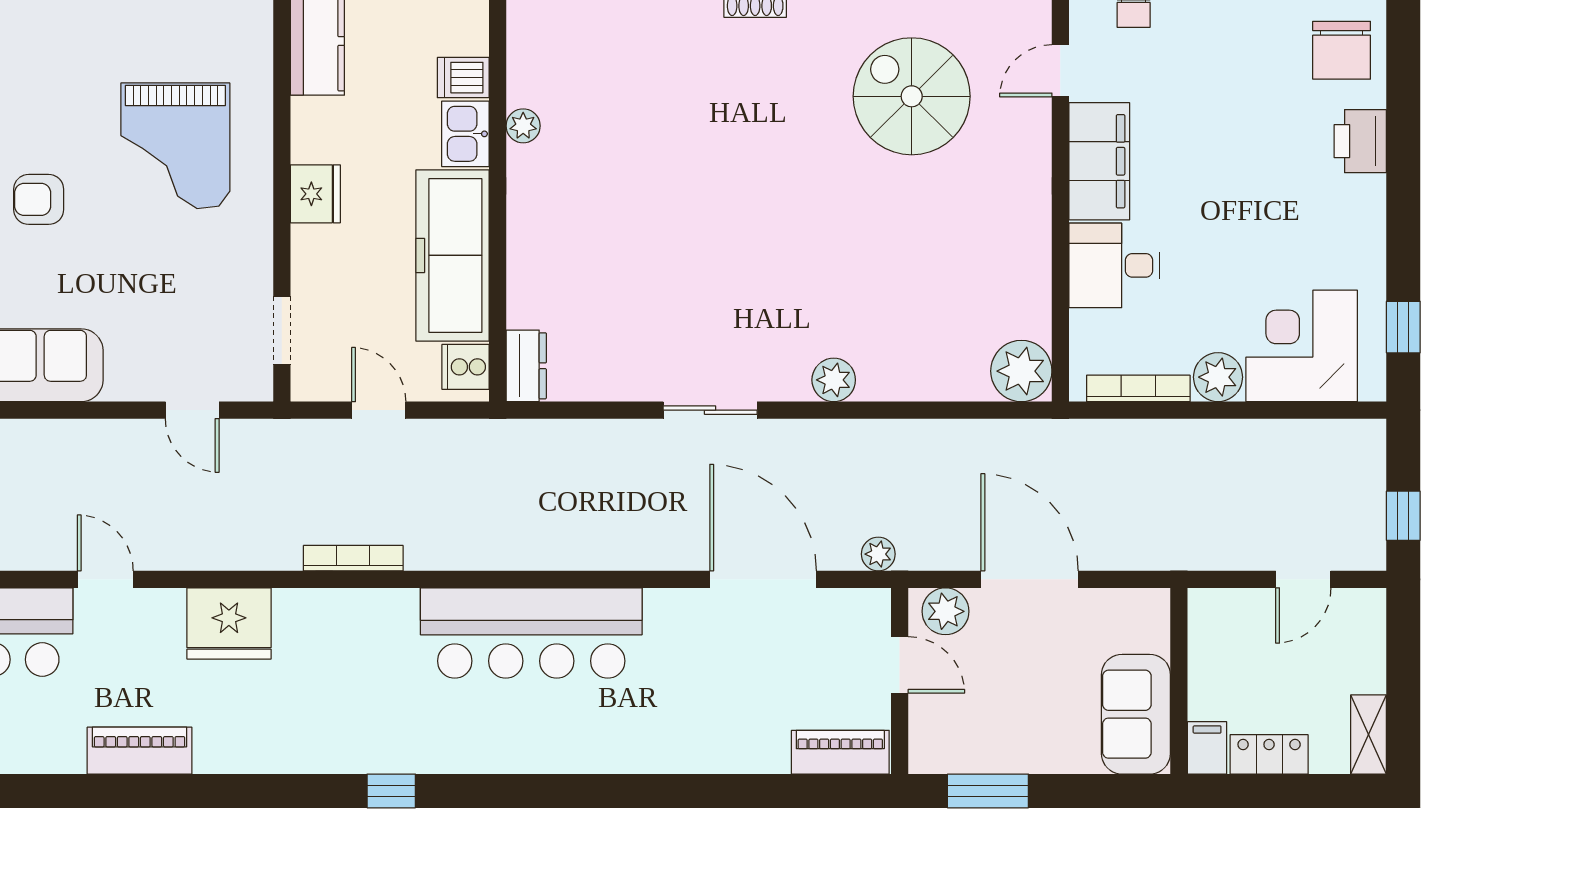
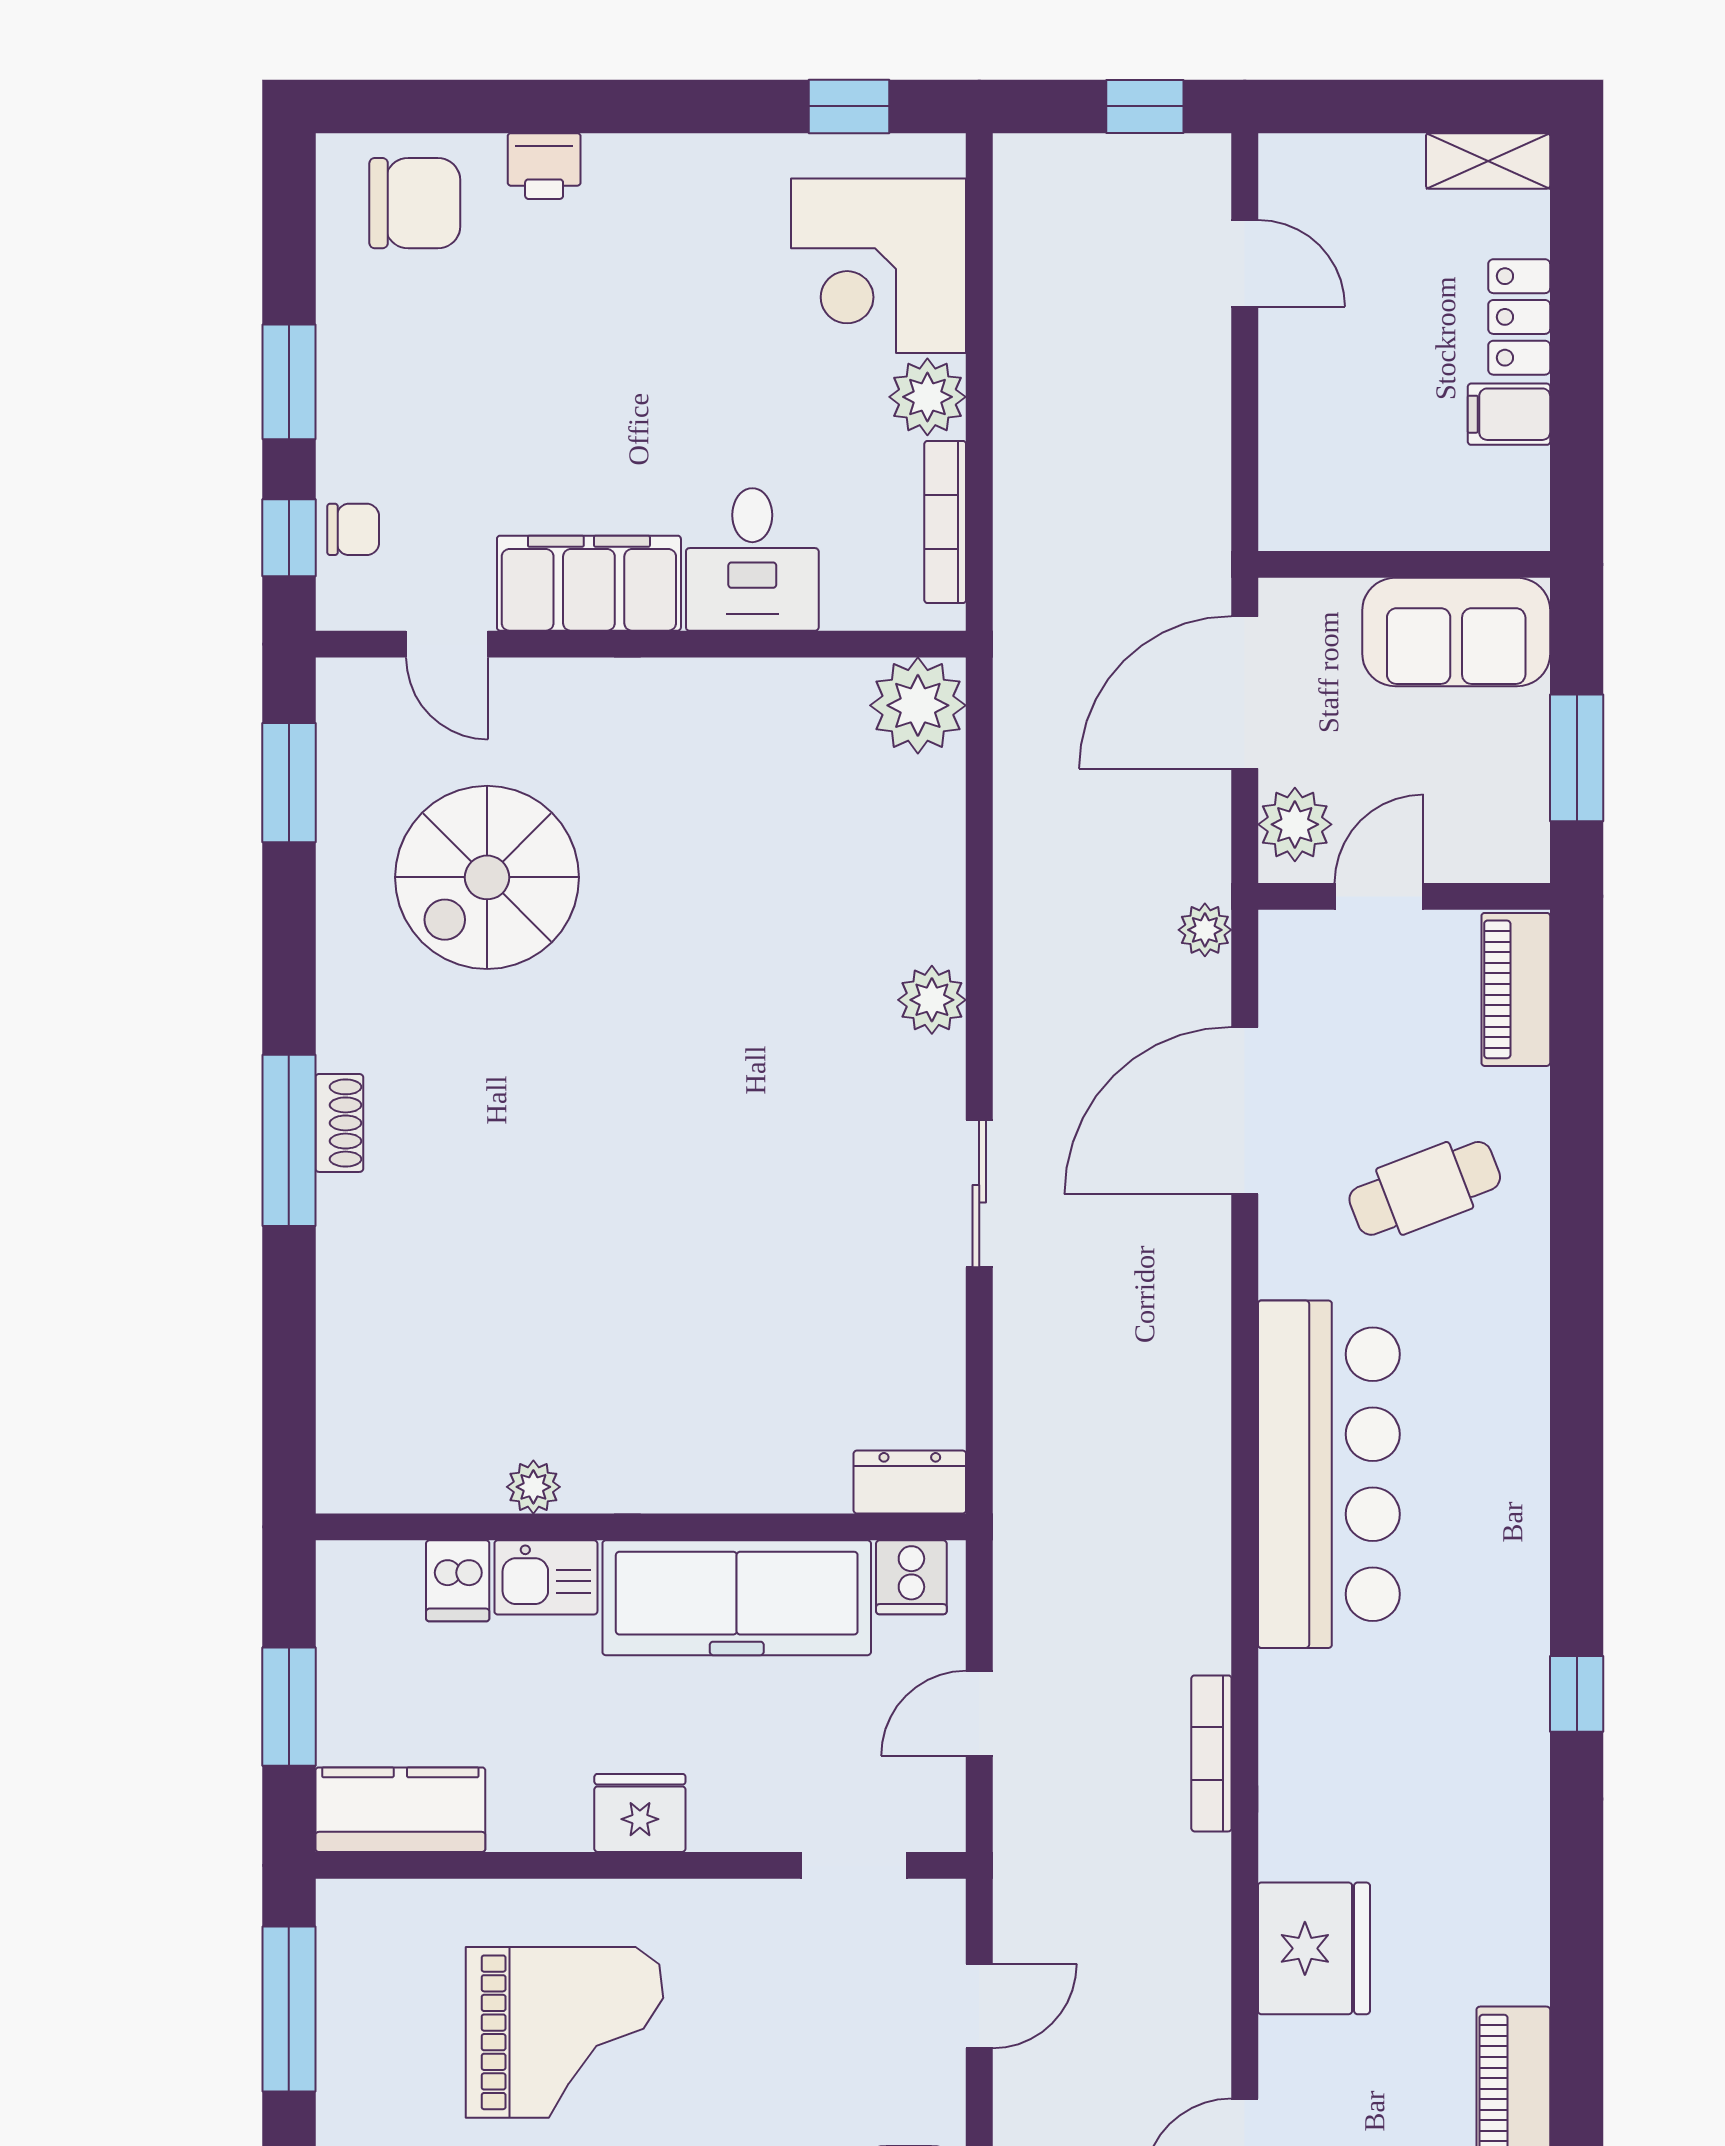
printer: (1360, 141) -> (544, 166), width x0.73, depth x0.81
wall: (1179, 681) -> (1404, 564), moved
cafe table: (713, 694) -> (1425, 1188), added
sofa: (1136, 714) -> (1456, 632), moved

